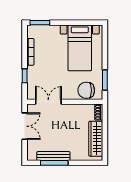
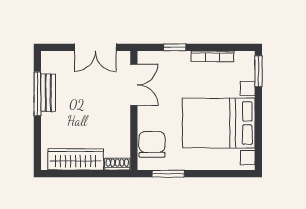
bed with nightstands: (80, 48) -> (219, 123), width x1.36
bench: (53, 156) -> (48, 93), width x0.73

